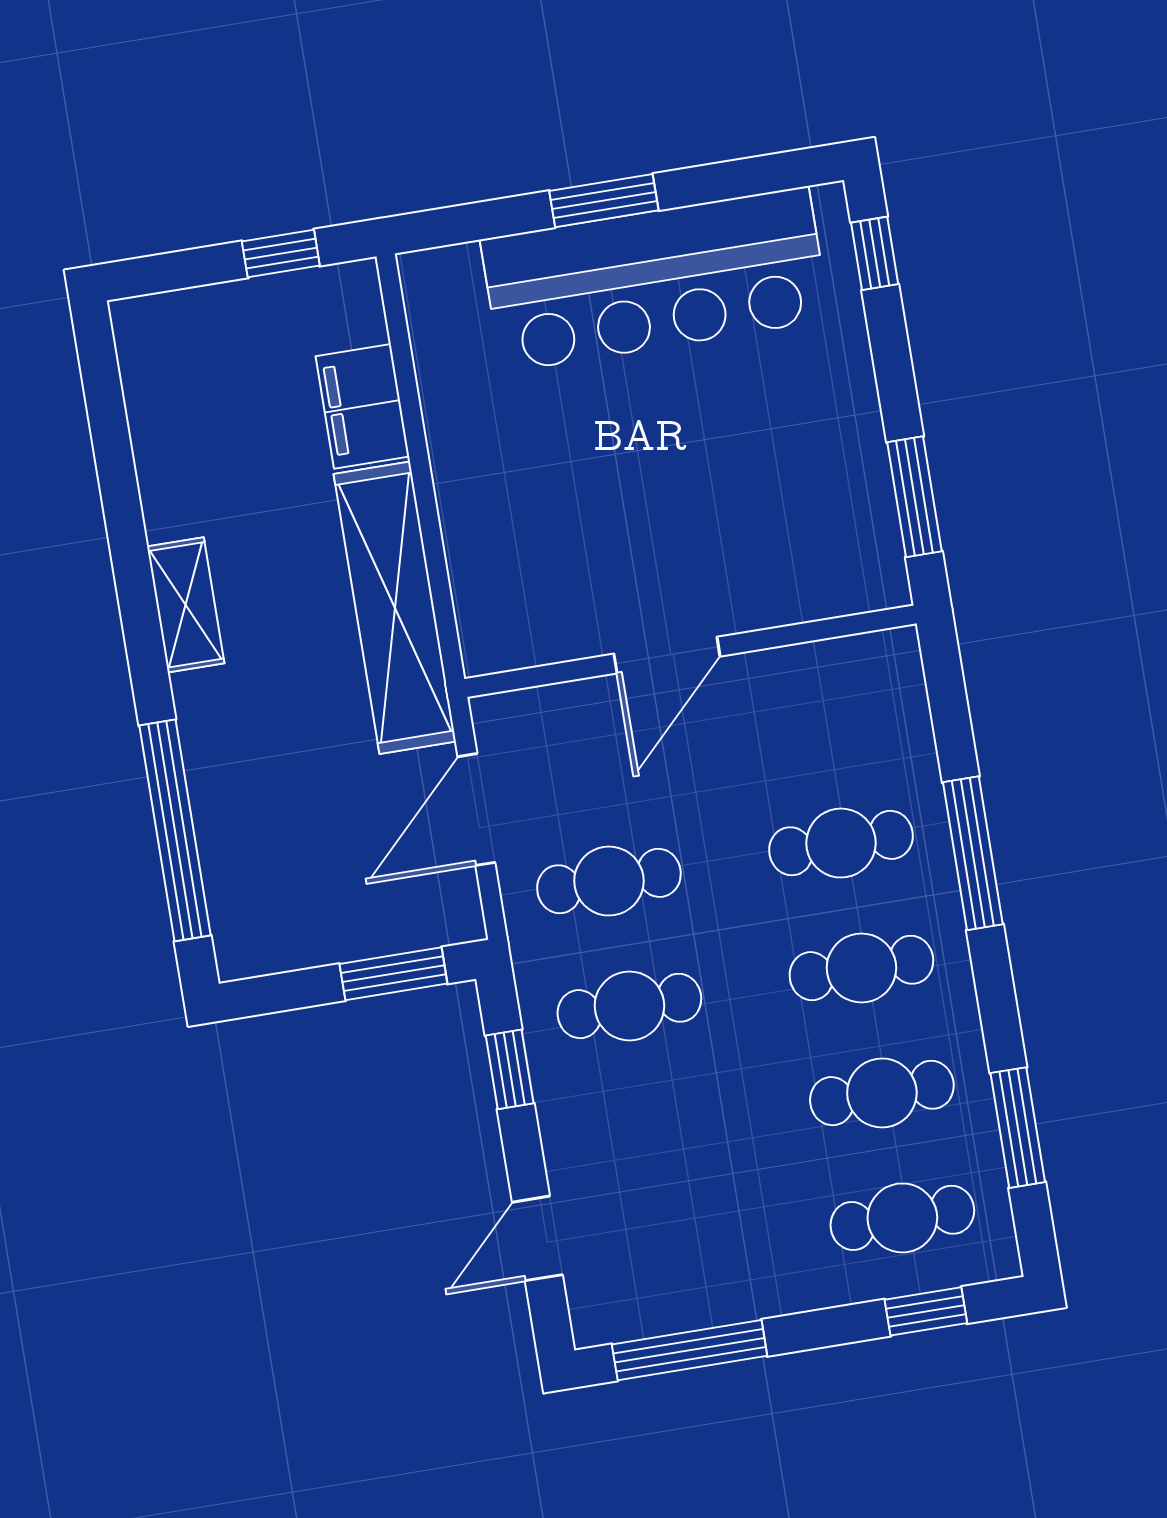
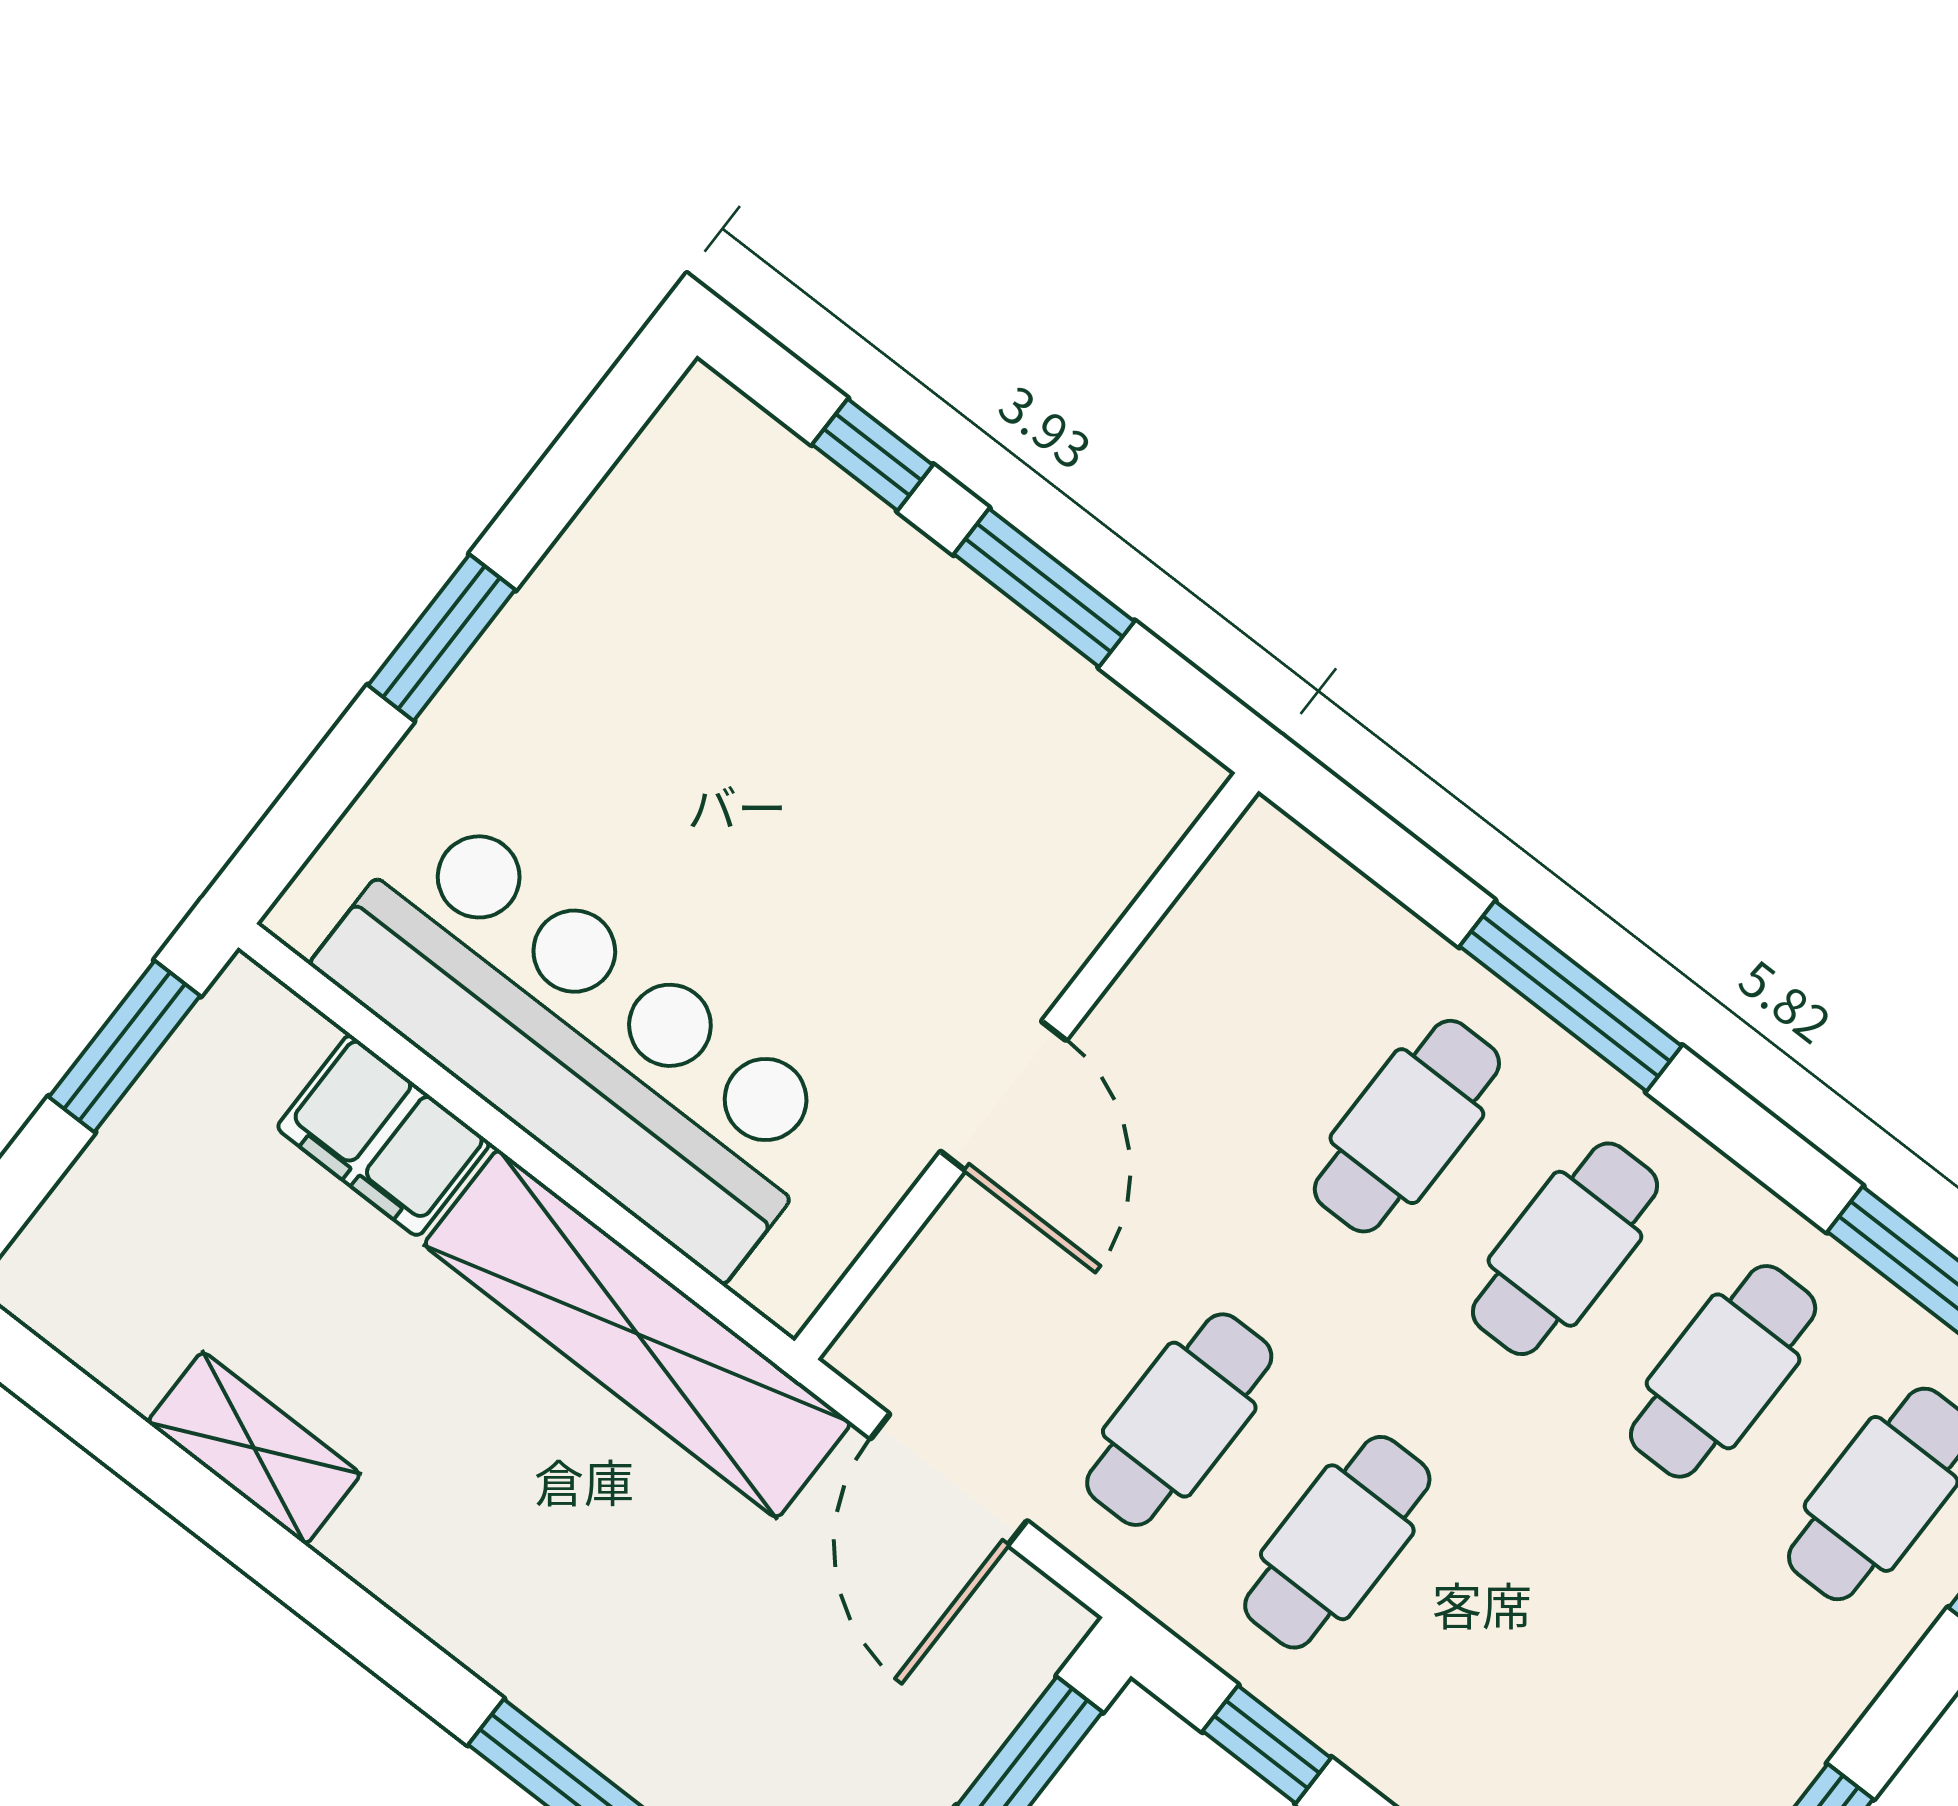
window: (875, 253) -> (873, 455), moved
window: (281, 254) -> (125, 1046), width x1.50
bar counter: (655, 279) -> (581, 1041), moved, turned -90
window: (914, 497) -> (1044, 588), moved
shelving: (186, 605) -> (254, 1448), moved

